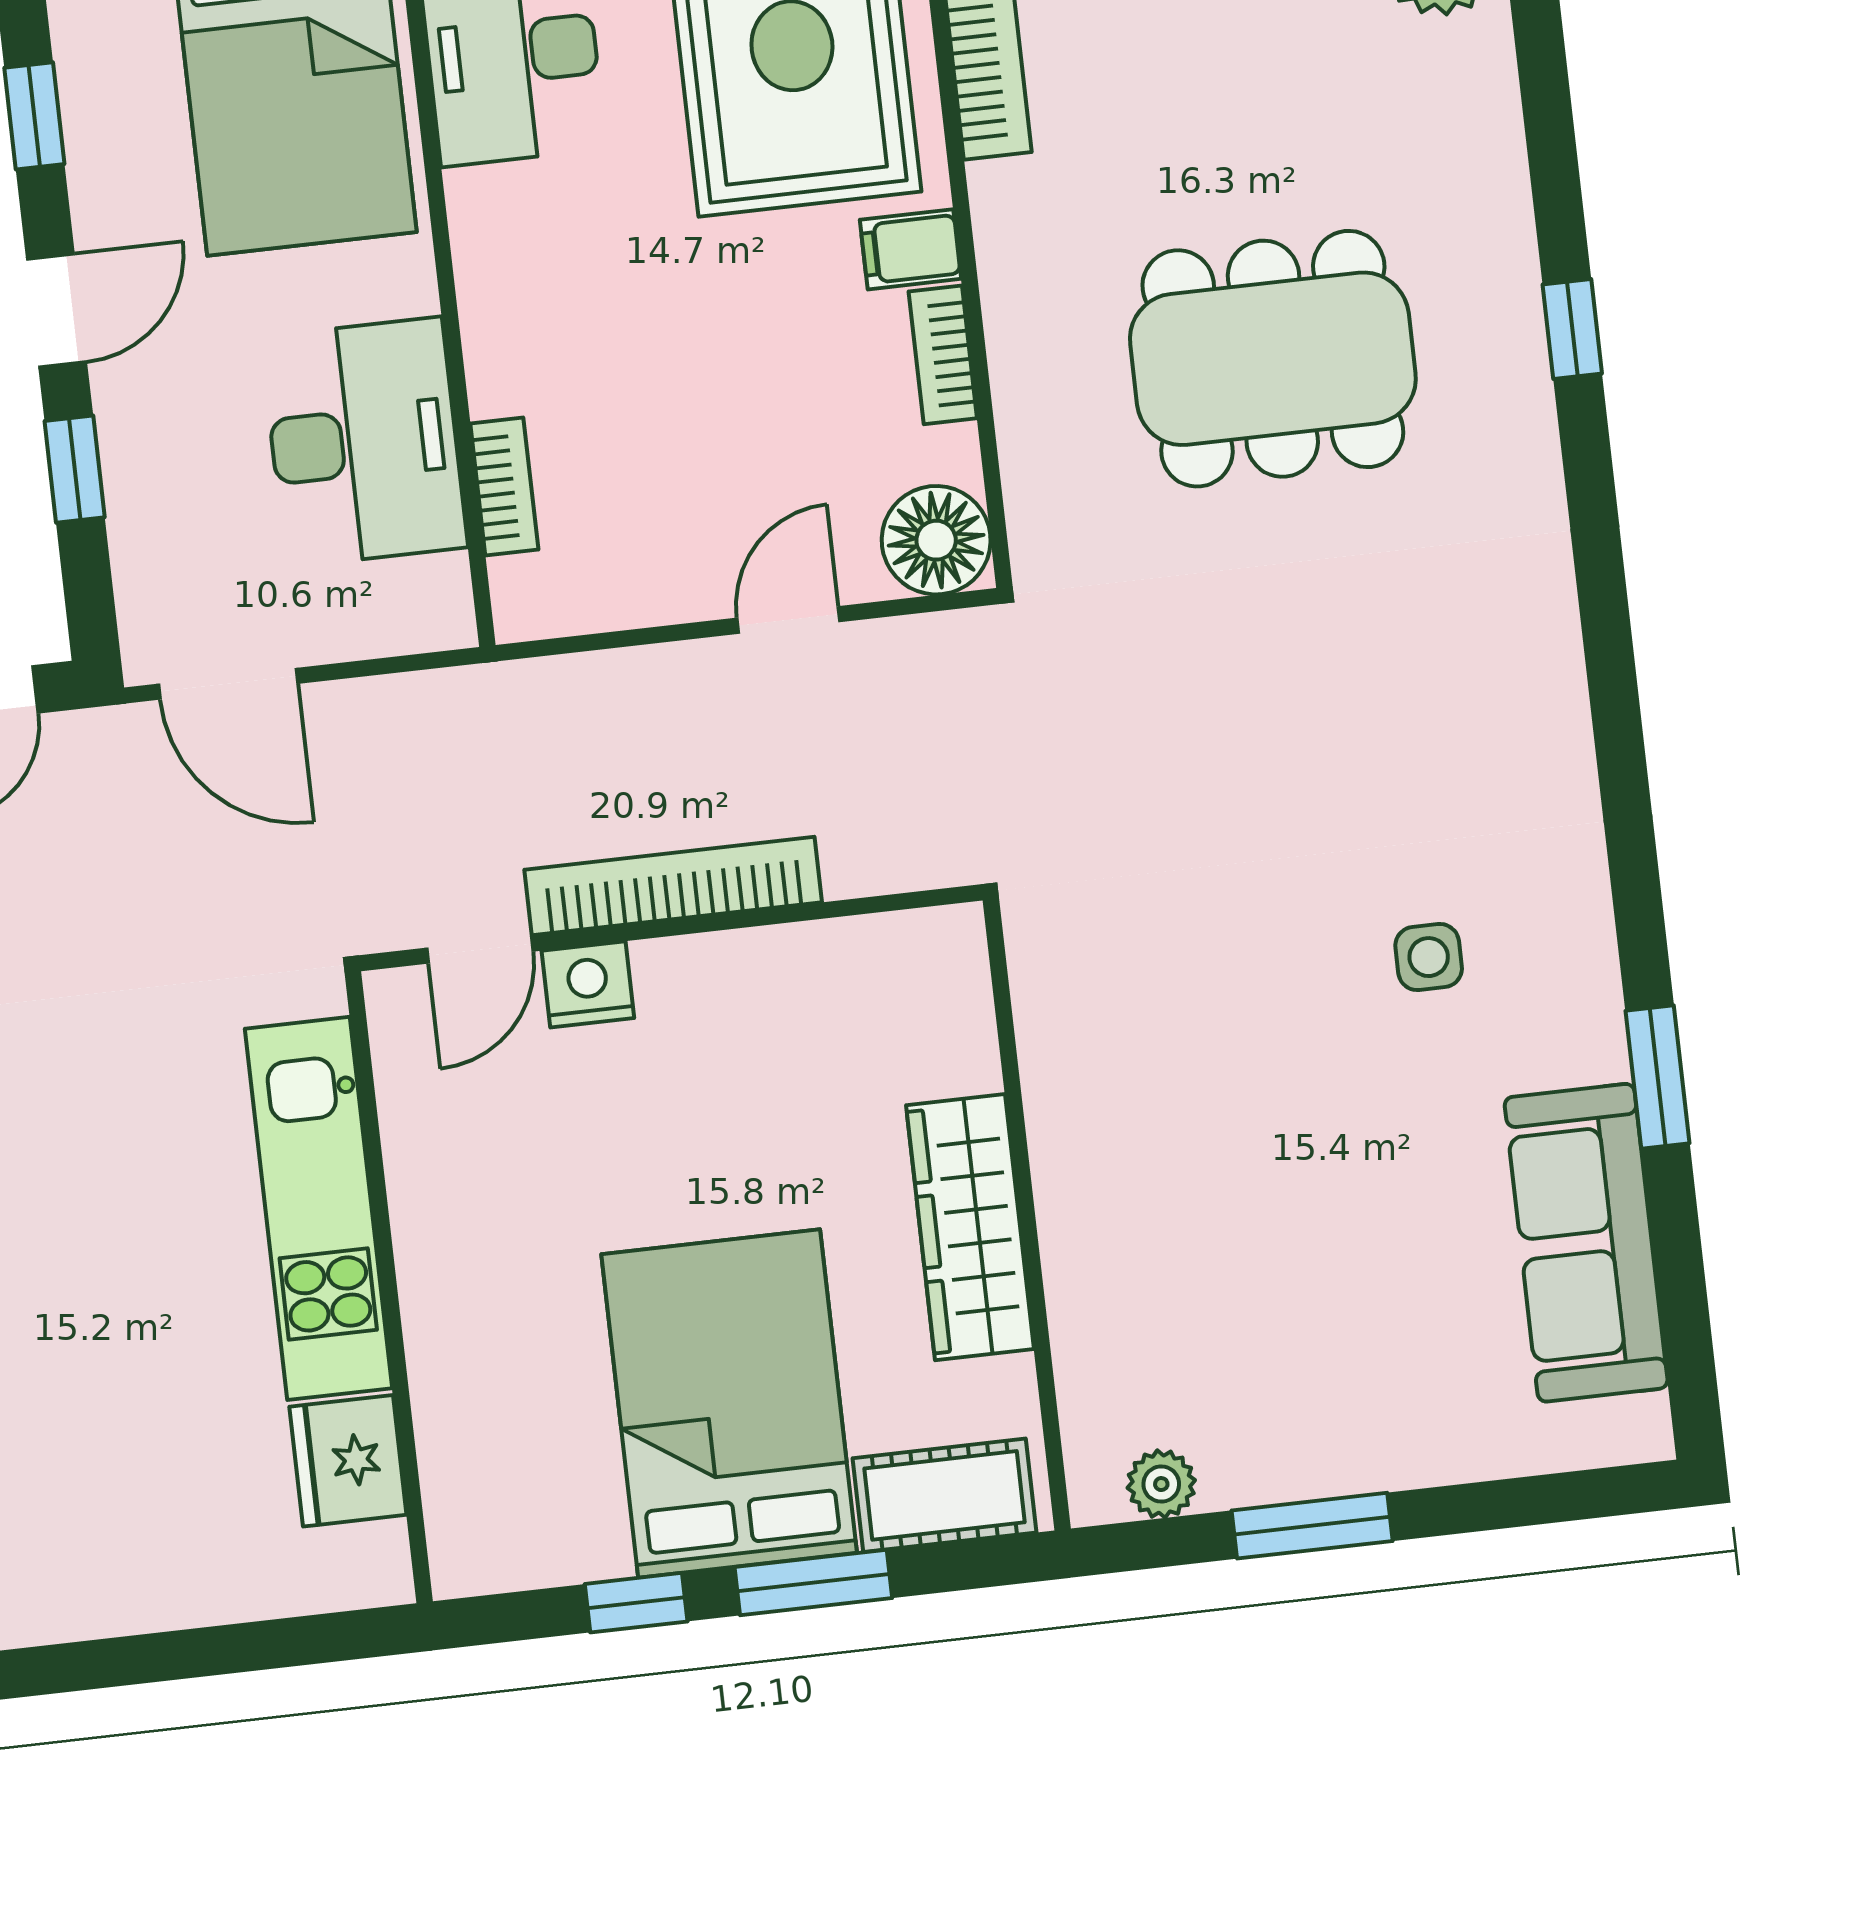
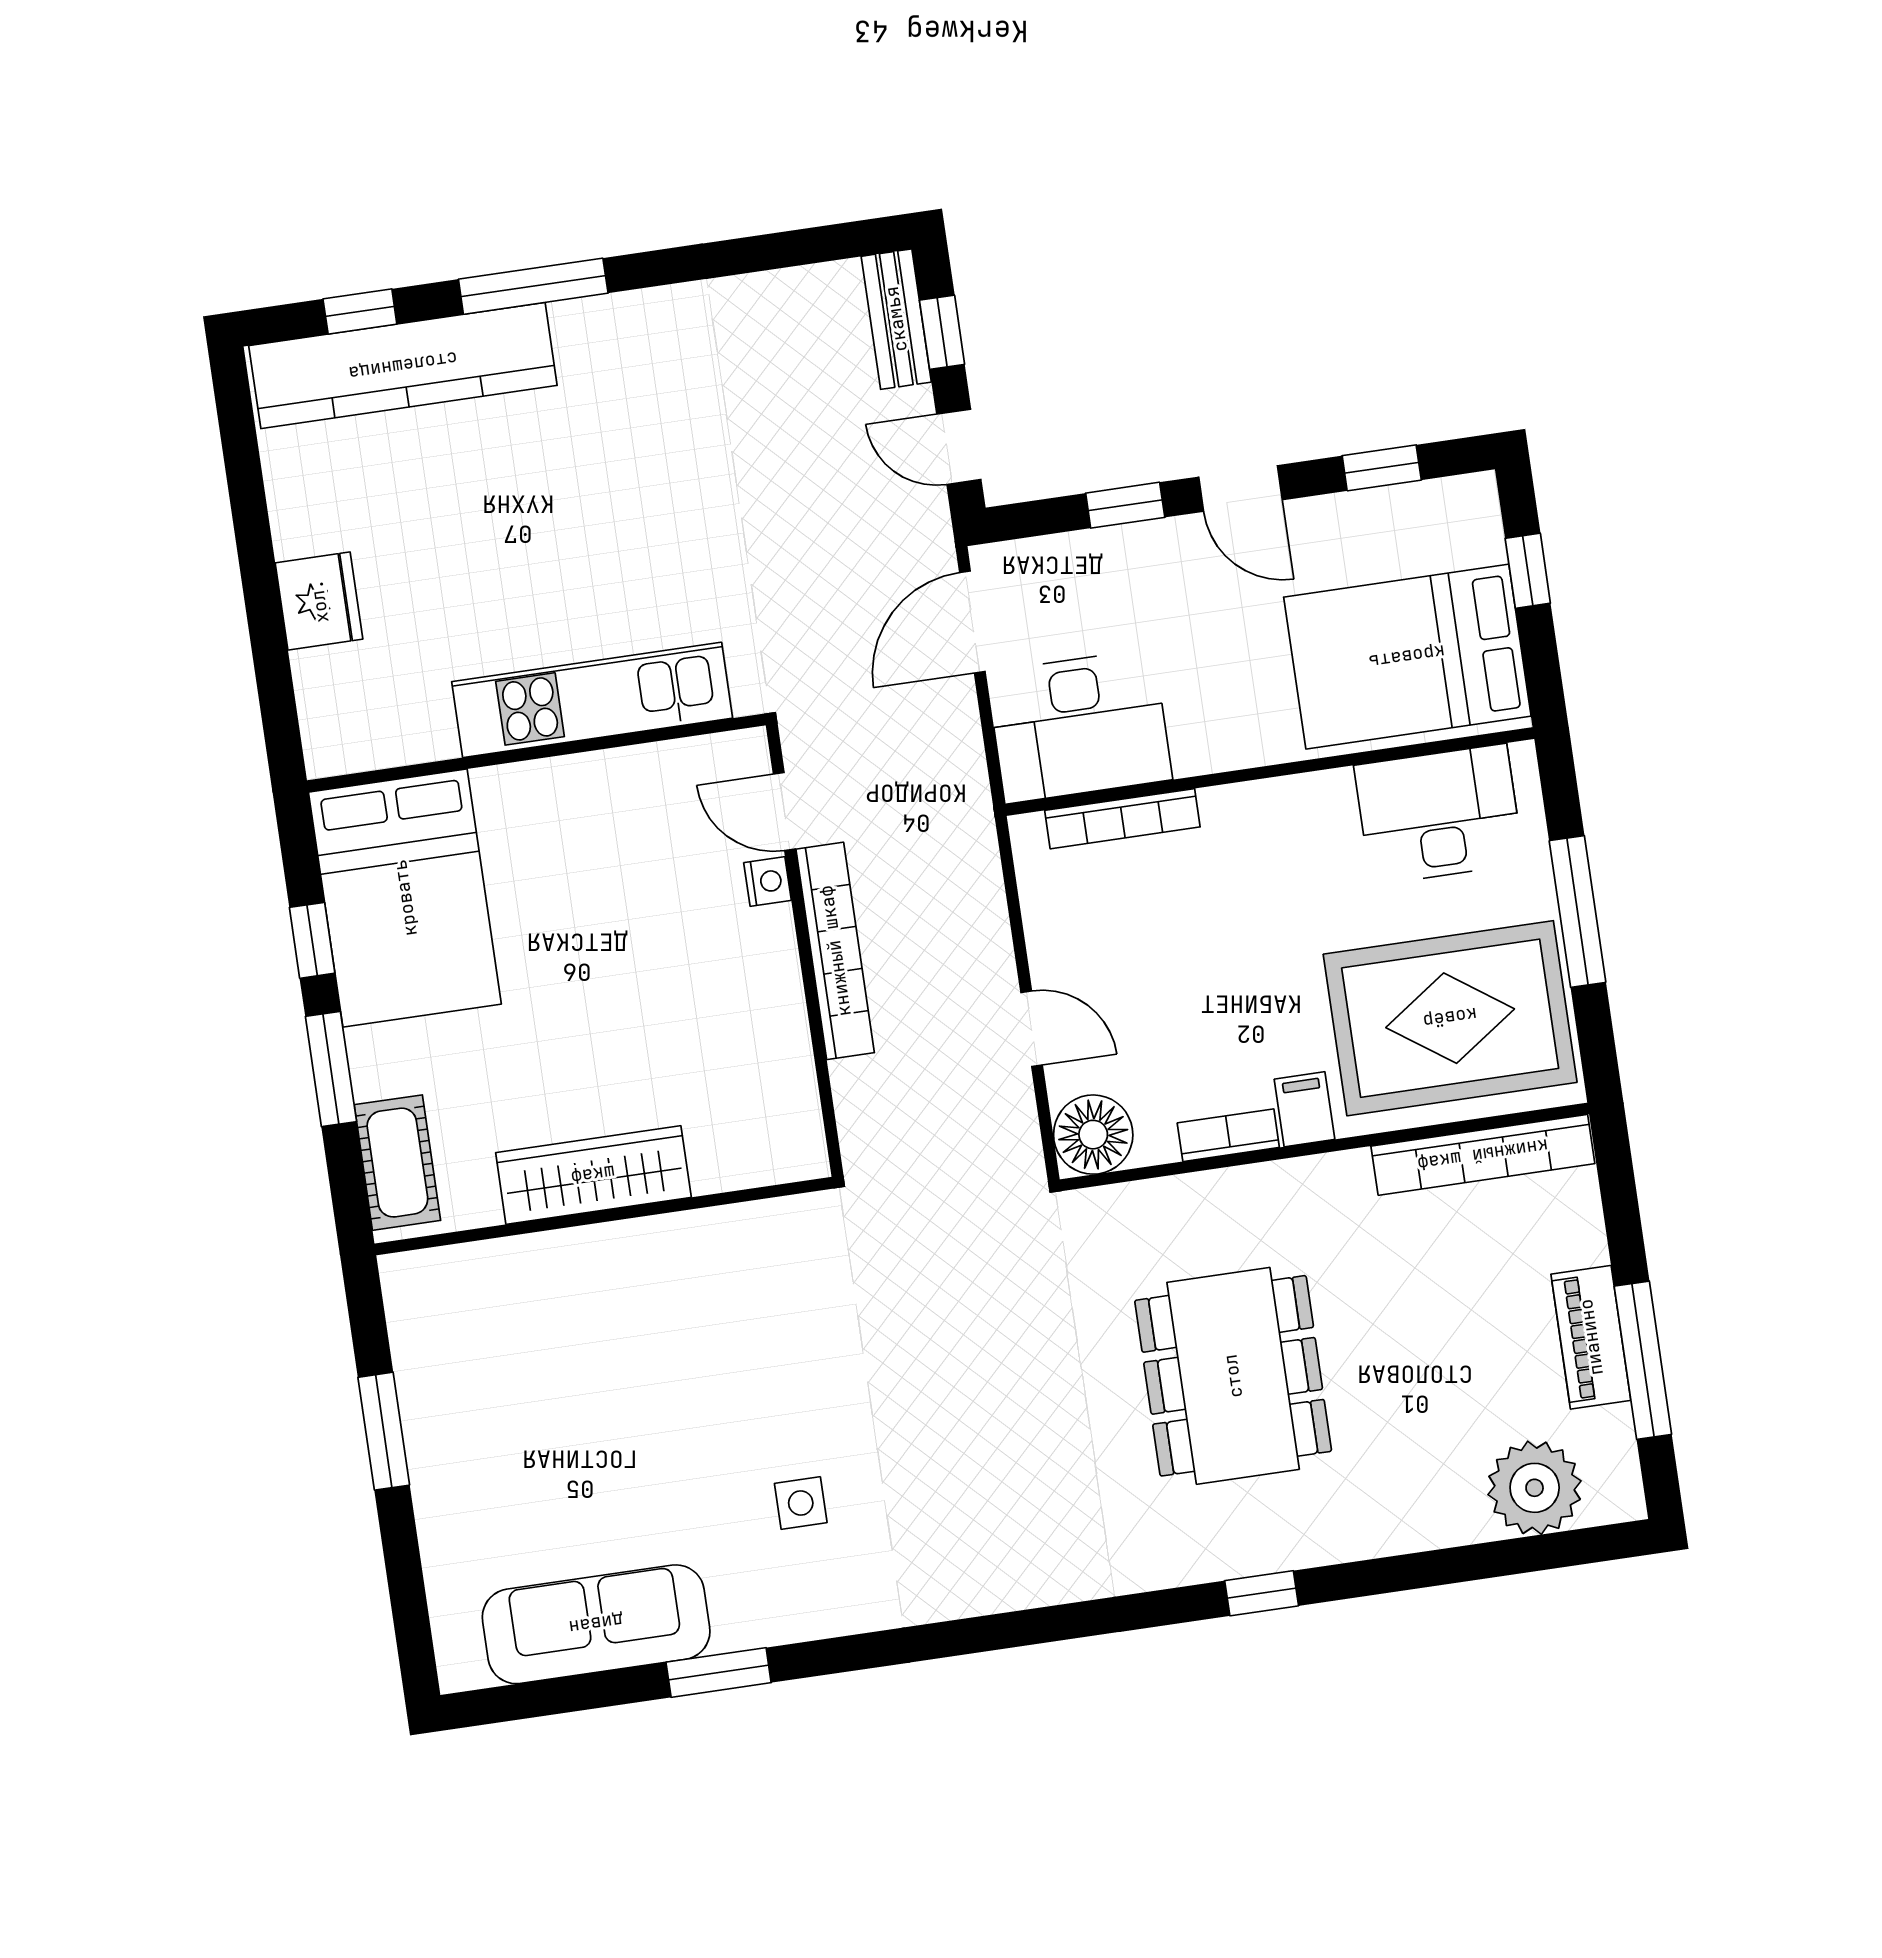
desk: (364, 442) -> (1079, 726), moved
bookcase: (504, 487) -> (1122, 819), width x1.56
nightstand: (588, 984) -> (768, 881), width x0.72, depth x0.74
bed: (729, 1404) -> (405, 898), moved, turned 90
fridge: (348, 1461) -> (319, 601), moved, turned 90
plant: (1161, 1484) -> (411, 1320), removed

